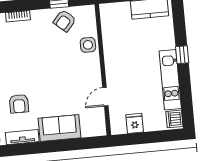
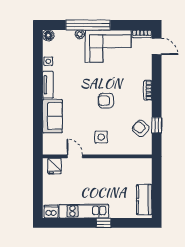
side table: (88, 45) -> (101, 137), moved
armchair: (19, 104) -> (106, 101), moved
fridge: (135, 123) -> (55, 166), moved, turned 90

